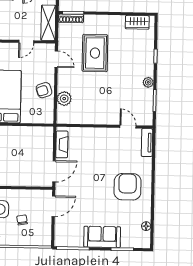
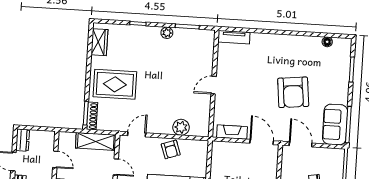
rug: (95, 53) -> (115, 84), moved
door: (128, 127) -> (214, 85), moved
armchair: (128, 187) -> (293, 92), moved, turned -96
sofa: (102, 237) -> (335, 125), moved

